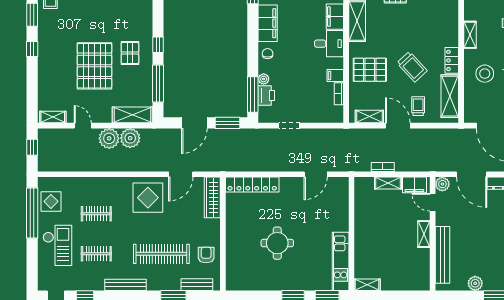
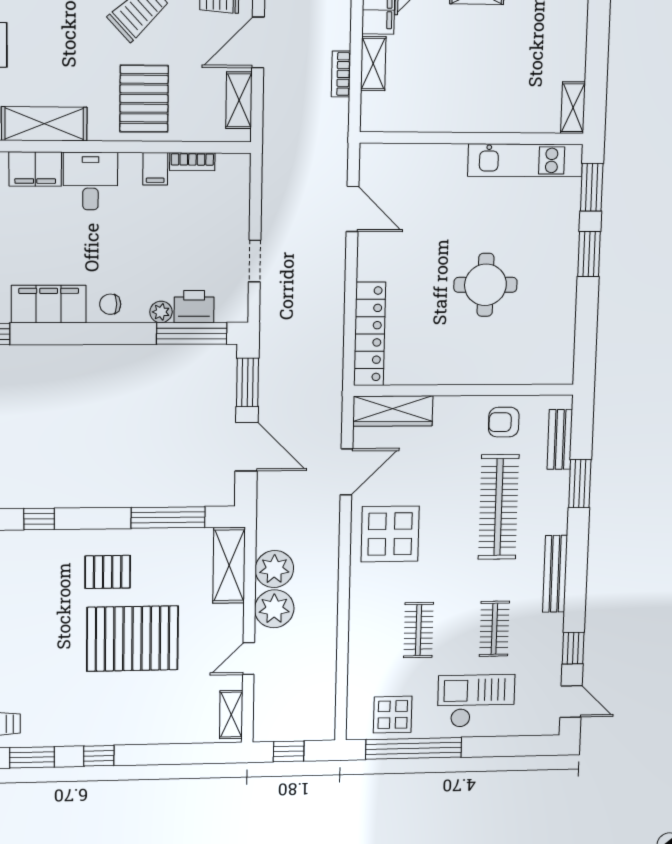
window: (158, 45) -> (39, 519), moved
door: (181, 174) -> (346, 472), hinge flipped

